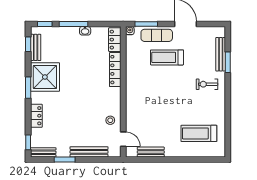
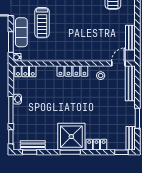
locker: (115, 70) -> (72, 71), moved
shower: (45, 77) -> (71, 137), moved
bench: (89, 152) -> (130, 83), moved

